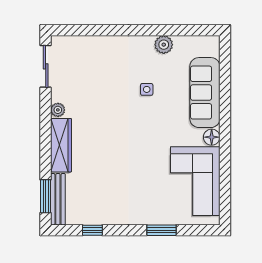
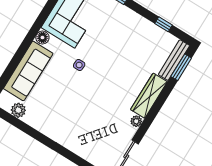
plant: (164, 45) -> (18, 110), moved
side table: (147, 89) -> (79, 65), moved

